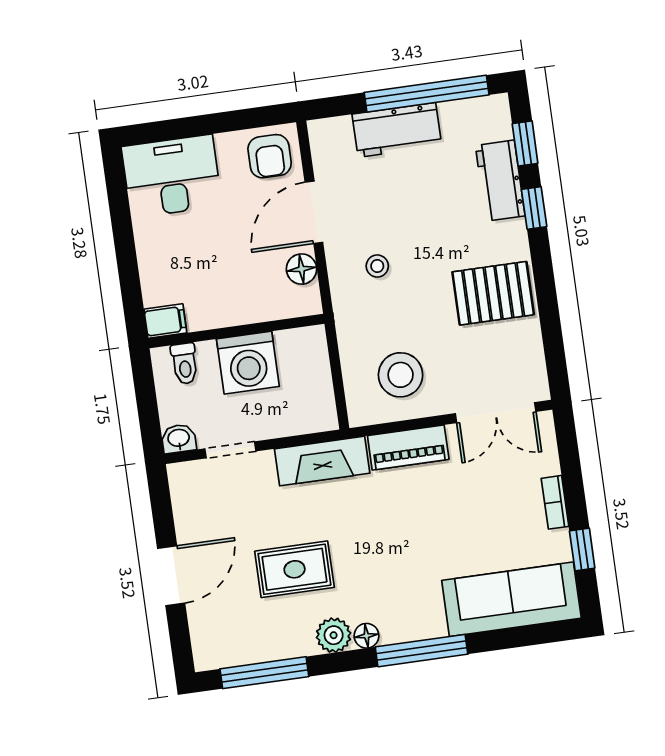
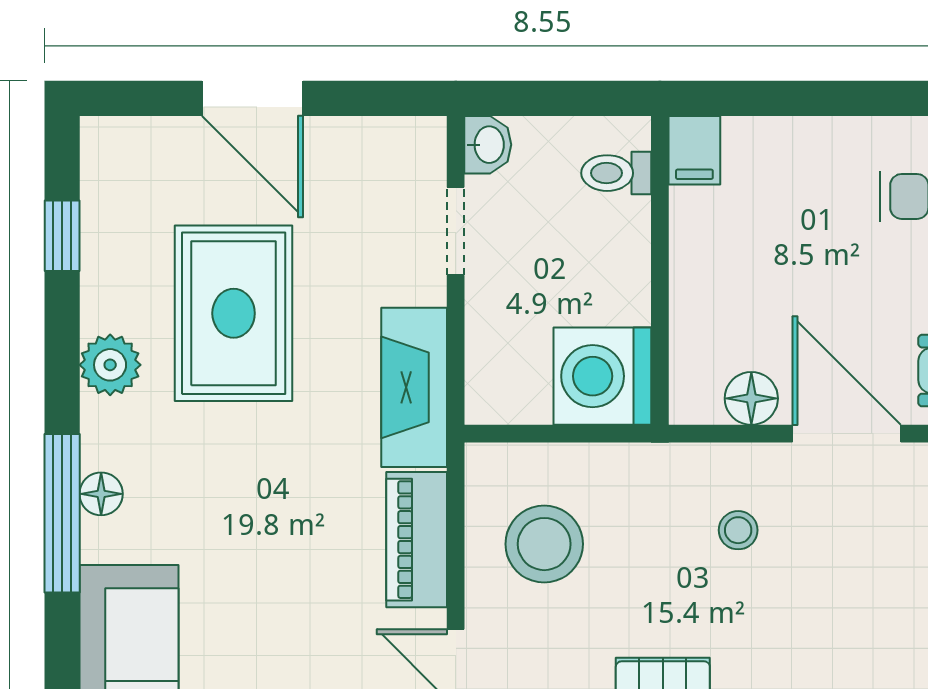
washing machine: (248, 363) -> (602, 376), moved
rug: (294, 569) -> (234, 313), width x1.36, depth x1.43
floor lamp: (366, 636) -> (101, 494), moved
window: (264, 673) -> (62, 236), width x0.46

